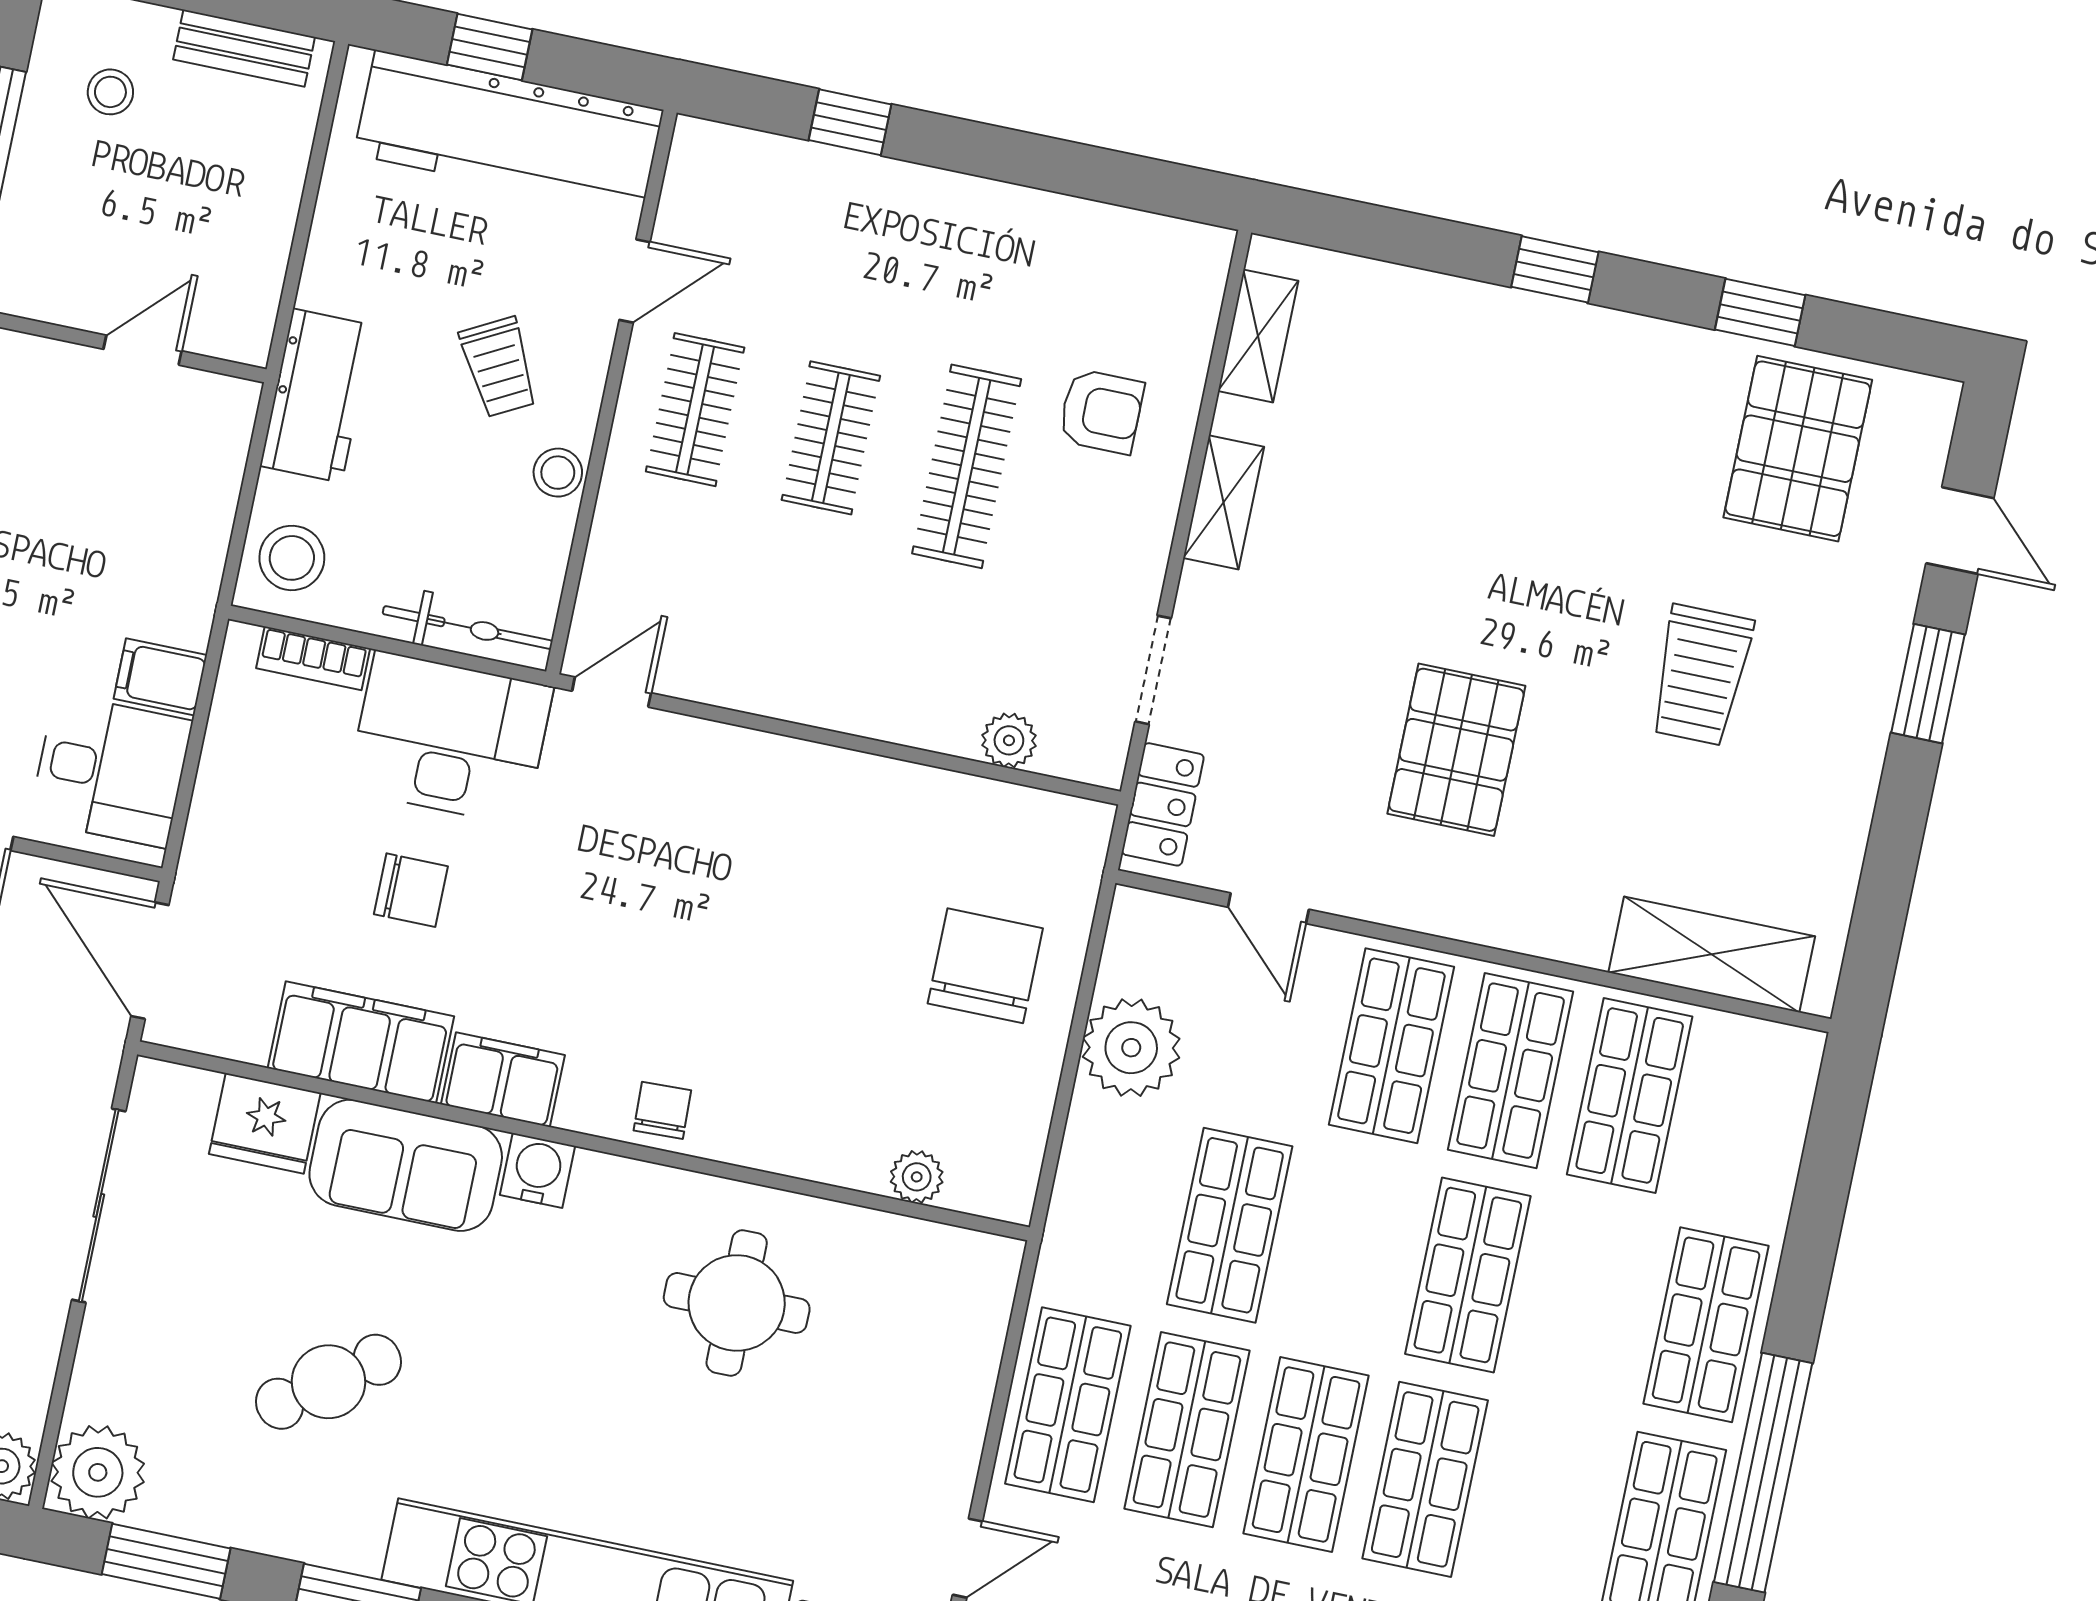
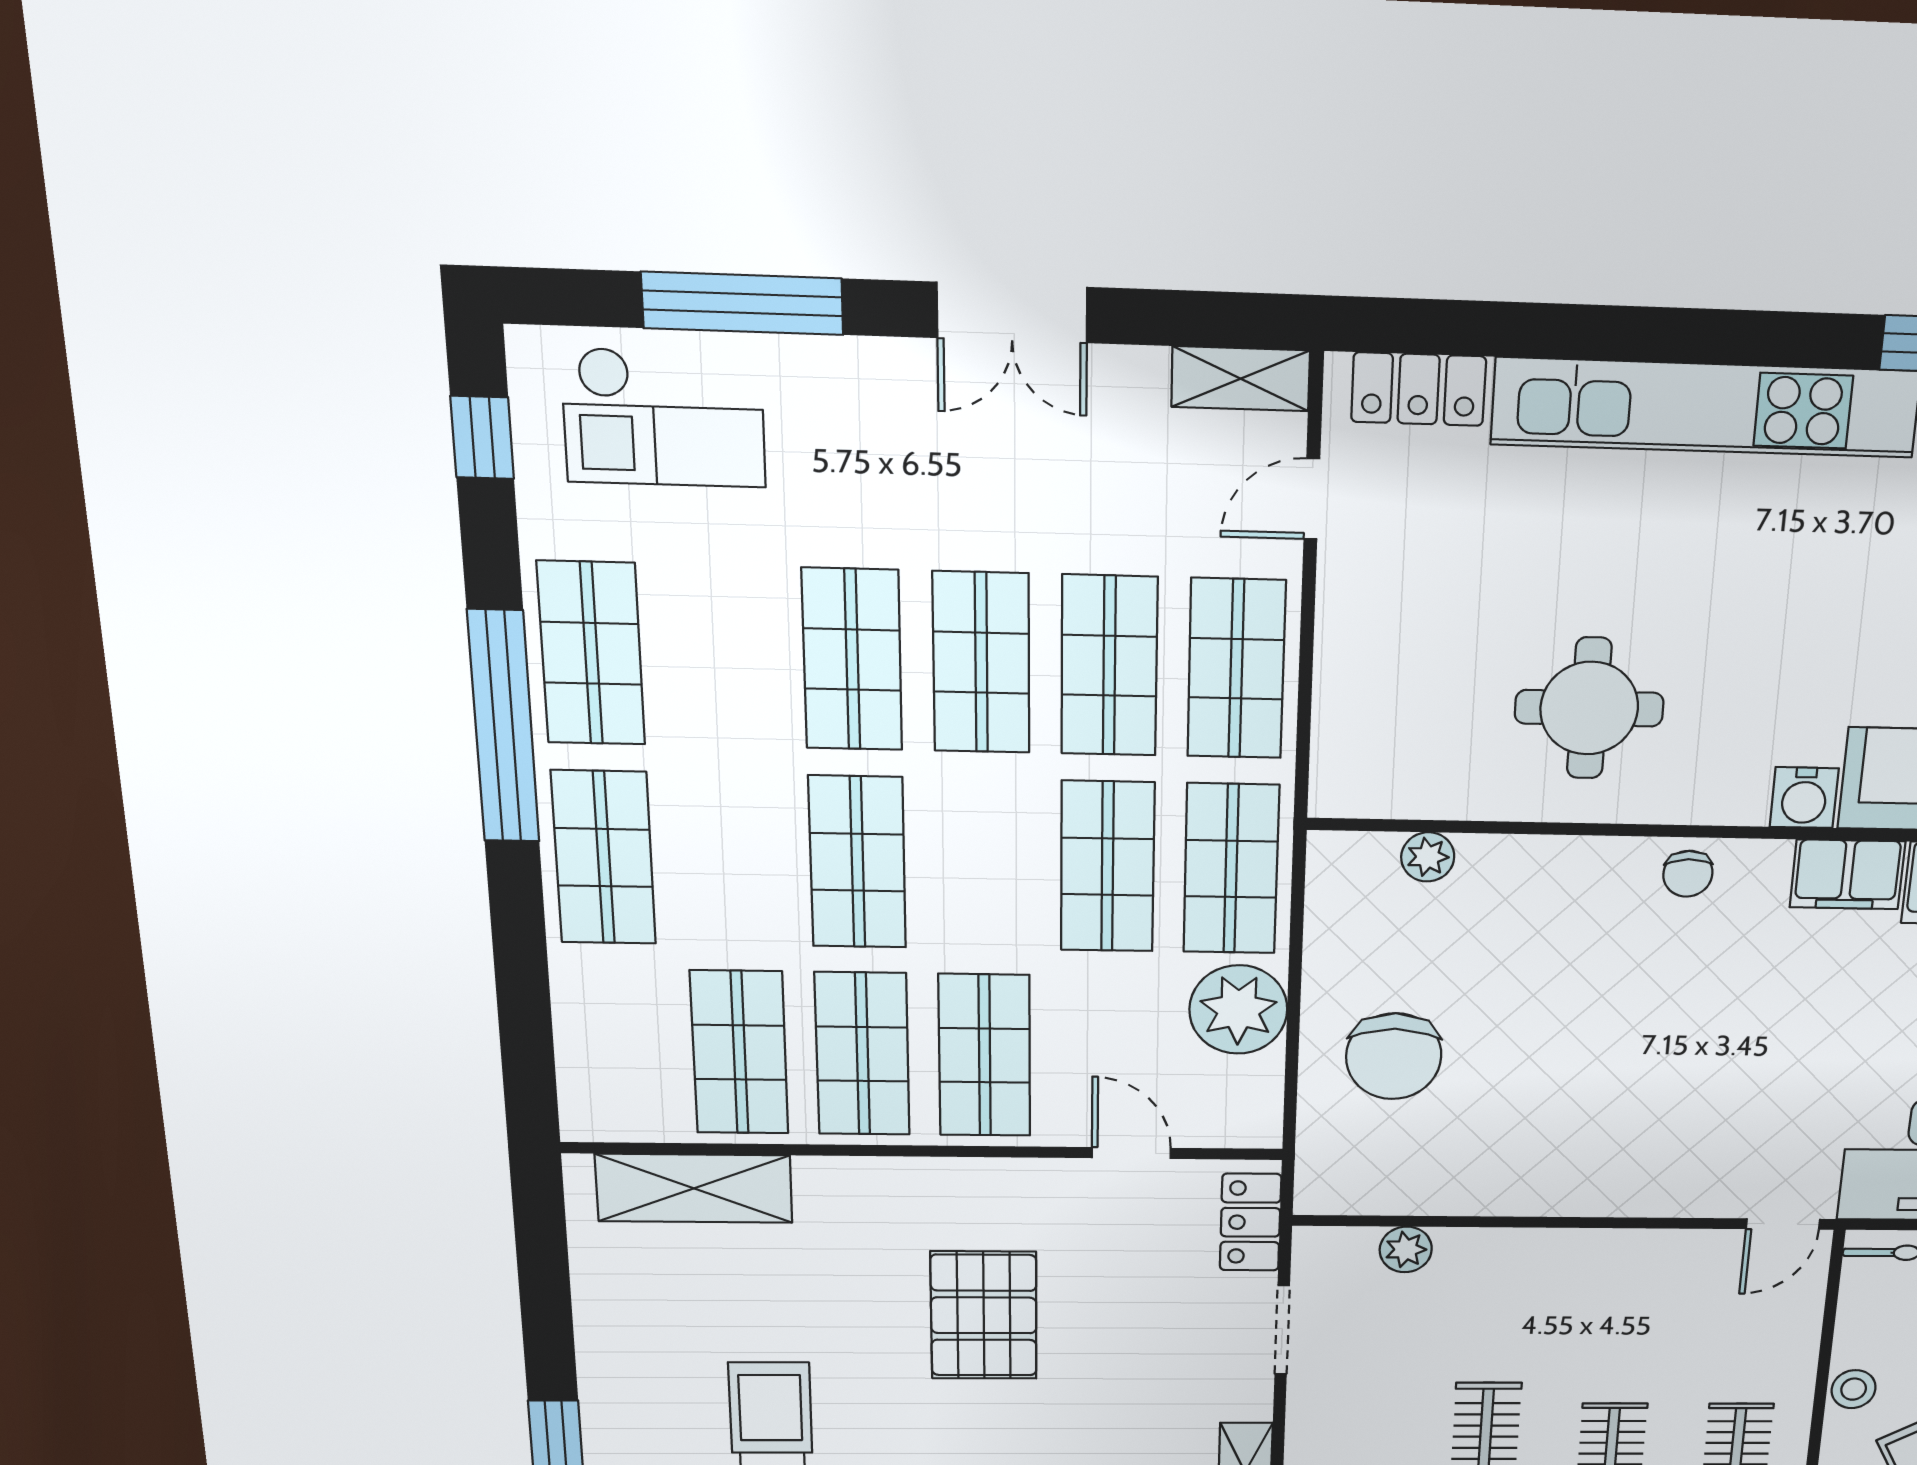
shop shelf: (1111, 1200) -> (1231, 869), added

